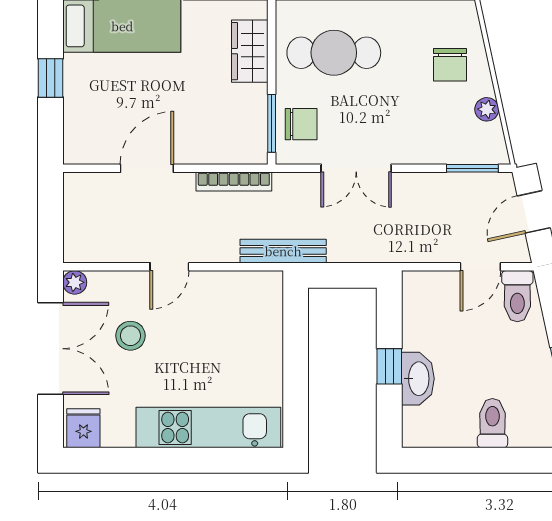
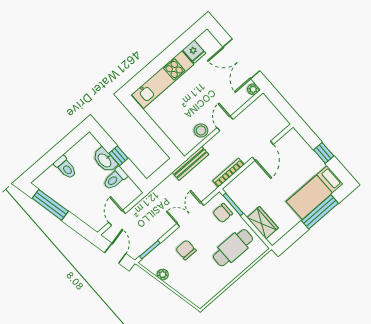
chair: (450, 65) -> (186, 250), moved
toilet: (517, 296) -> (115, 178), moved, turned -90
stool: (130, 336) -> (201, 131), moved
fridge: (83, 428) -> (194, 52), moved

